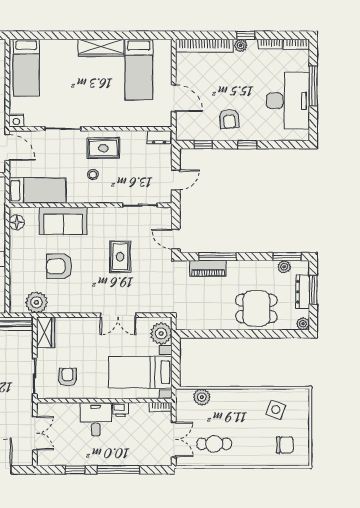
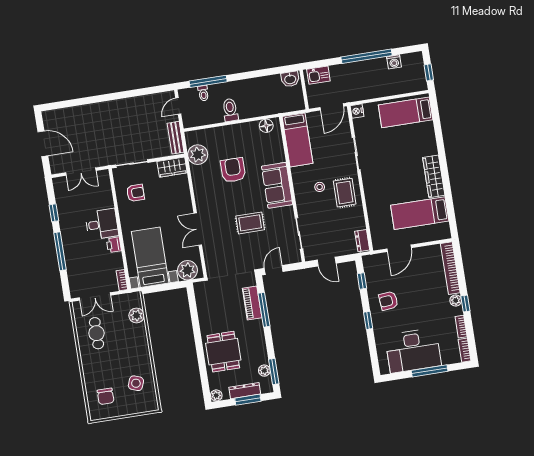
sofa: (63, 221) -> (277, 185), moved

